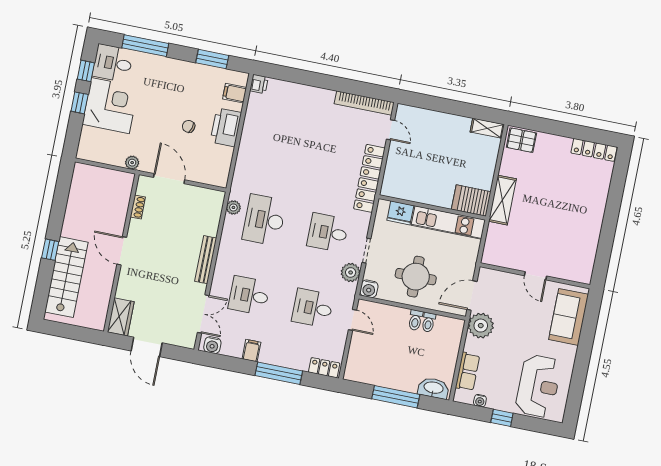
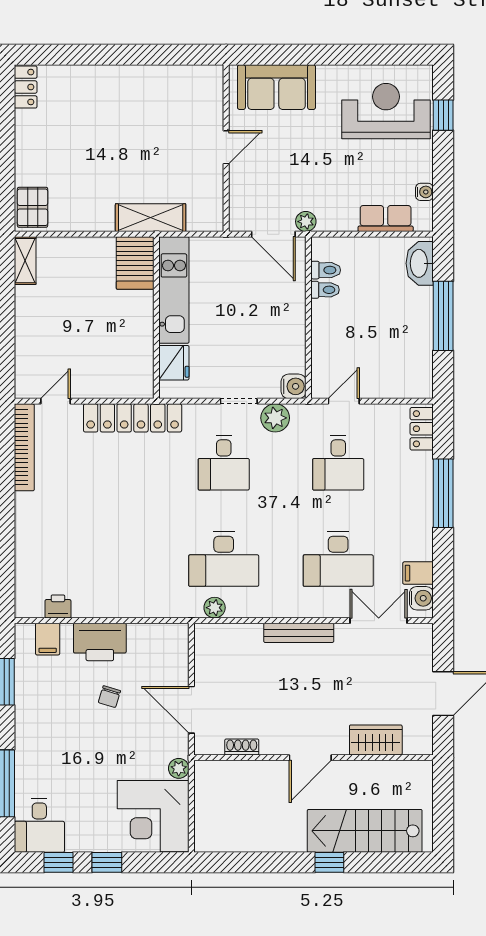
printer: (259, 84) -> (58, 606), moved
corner desk: (110, 106) -> (153, 816), moved, turned -90
locker: (594, 150) -> (26, 87), width x0.66
door: (169, 179) -> (191, 710), hinge flipped
shelving: (502, 200) -> (151, 218), moved
round table: (416, 277) -> (262, 322), removed
desk: (249, 295) -> (338, 559), width x1.37
wardrobe: (121, 317) -> (376, 740), moved
toilet: (415, 320) -> (326, 270), moved
plant: (481, 326) -> (306, 222), width x0.53, depth x0.53
filing cabinet: (251, 351) -> (418, 573), moved
window: (502, 418) -> (443, 115), moved

